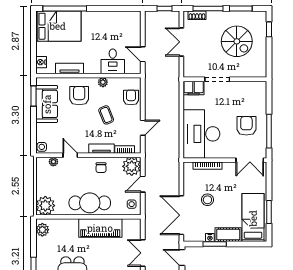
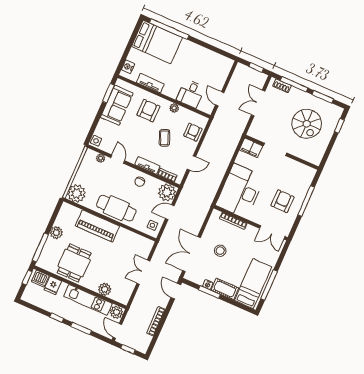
window: (269, 131) -> (306, 201), moved
window: (269, 212) -> (269, 285), width x1.44
piano: (100, 228) -> (97, 226), moved
plant: (42, 230) -> (56, 233), moved

